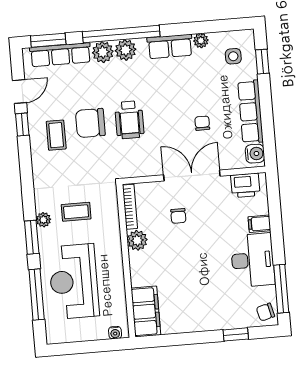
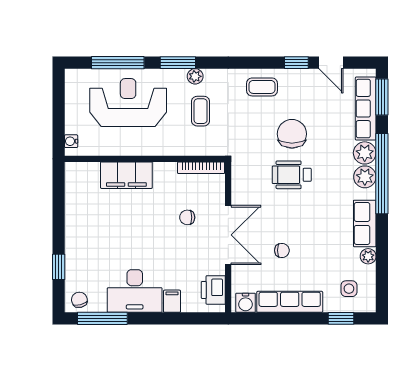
coffee table: (56, 135) -> (262, 87), moved
plant: (137, 240) -> (165, 172), removed
filing cabinet: (146, 311) -> (126, 175), moved

